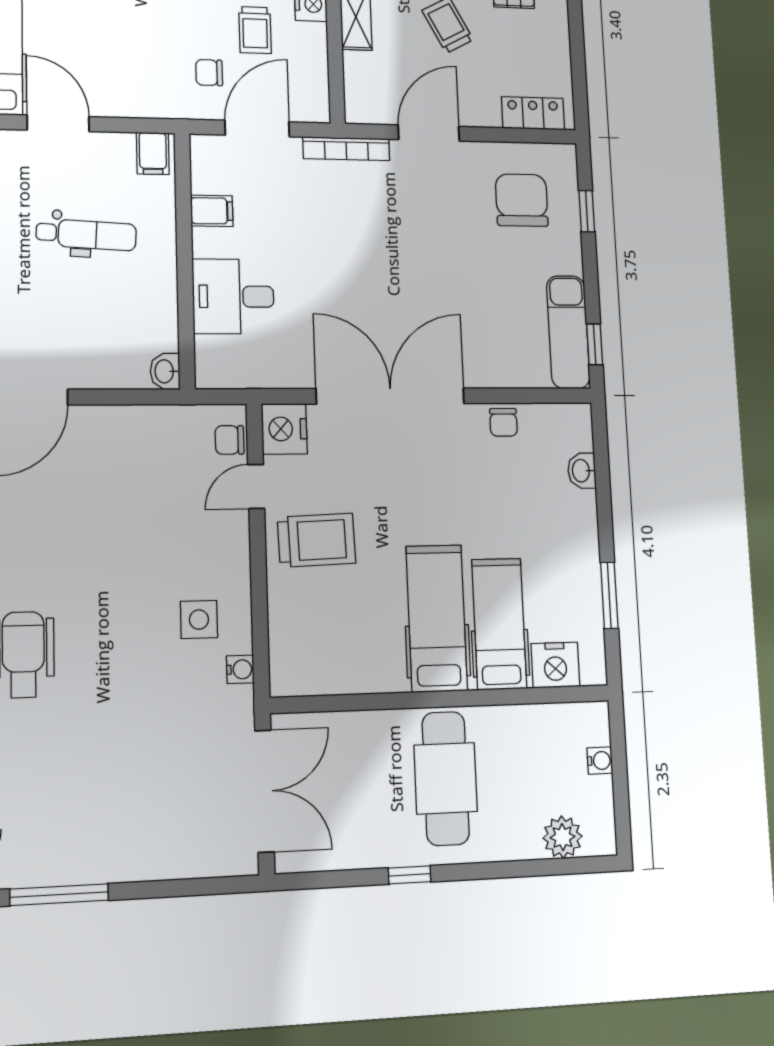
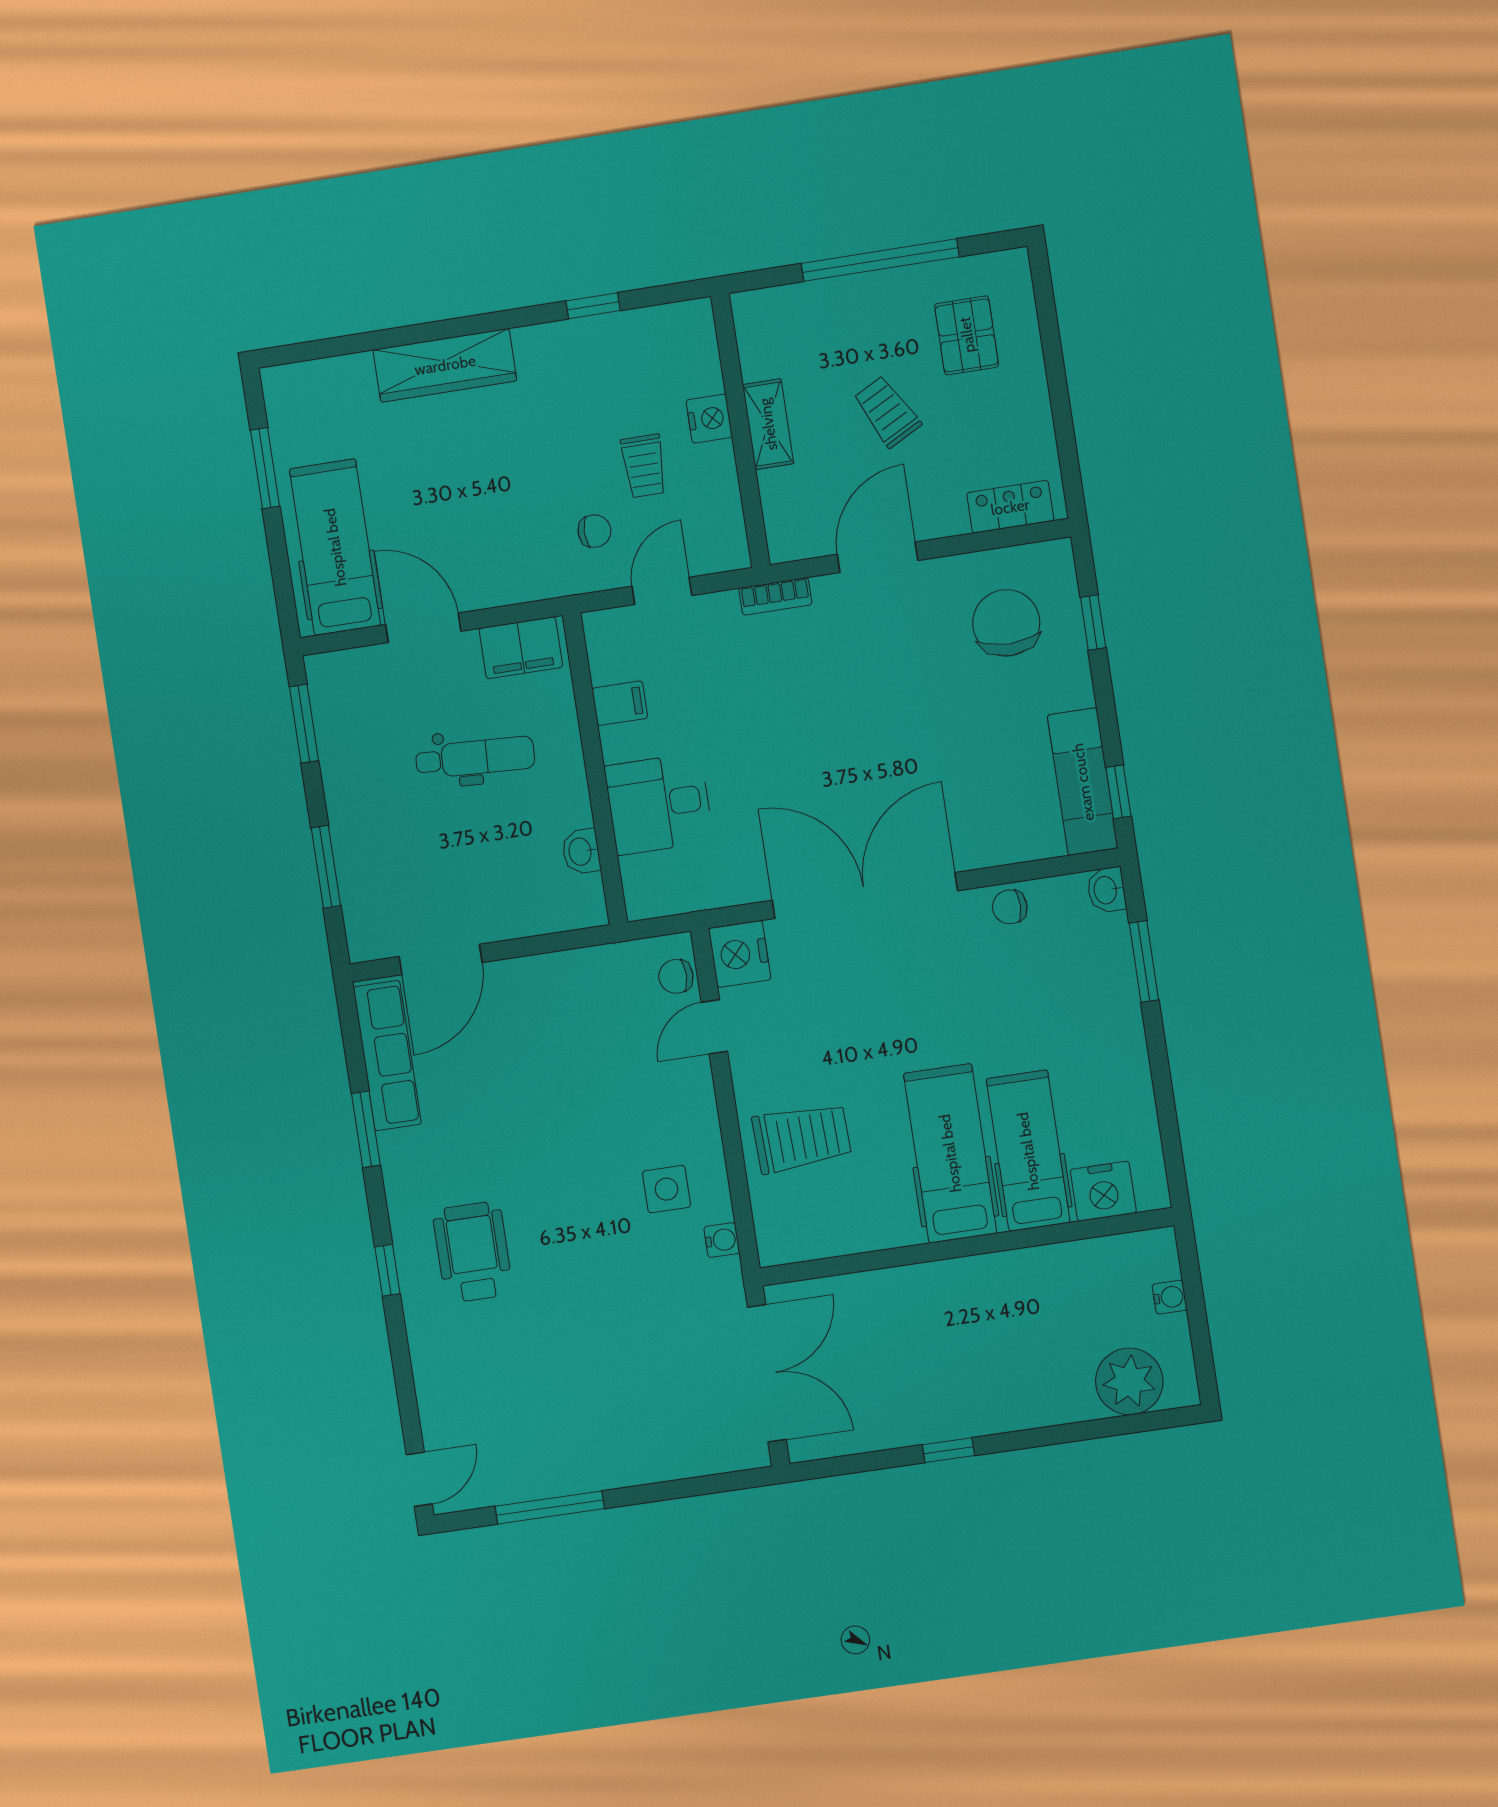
chair: (209, 73) -> (594, 531), turned 180
door: (257, 128) -> (662, 591), width x0.73
bookcase: (346, 149) -> (775, 596), width x0.64
filing cabinet: (153, 153) -> (521, 648), width x2.00
washbasin: (165, 371) -> (581, 852), moved
chair: (503, 422) -> (1010, 907), turned 90
washbasin: (582, 471) -> (1106, 890), moved
trolley: (316, 540) -> (802, 1138), moved
window: (609, 595) -> (1144, 961), moved
cafe table: (446, 778) -> (980, 1337), removed
plant: (563, 837) -> (1129, 1381), width x1.36, depth x1.36

